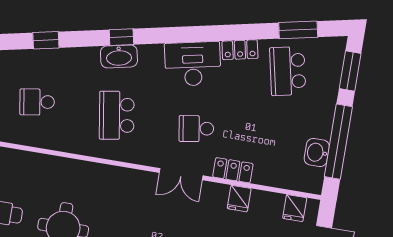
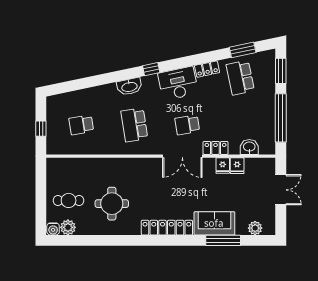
window: (121, 37) -> (151, 69), moved
window: (46, 40) -> (80, 84), removed
washbasin: (317, 152) -> (249, 147), moved, turned 90
double door: (181, 174) -> (182, 156), width x1.37
fridge: (295, 208) -> (237, 166), moved

